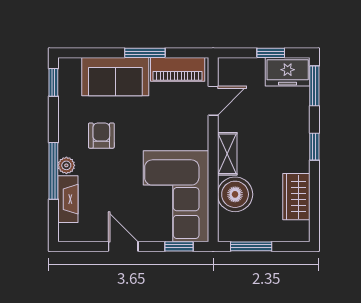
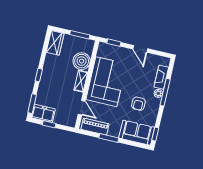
sofa: (115, 77) -> (137, 133), moved
door: (213, 101) -> (82, 108), swing flipped
corner sofa: (176, 196) -> (106, 82), moved
wardrobe: (296, 197) -> (55, 43), moved

